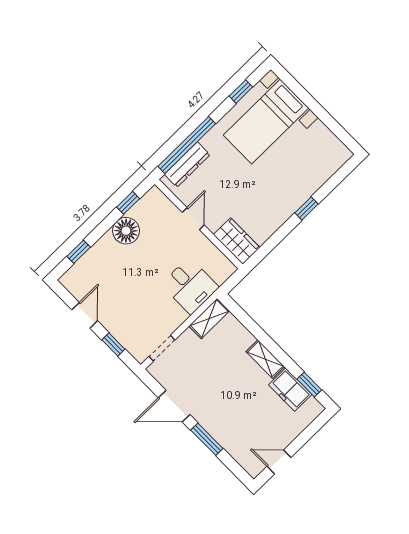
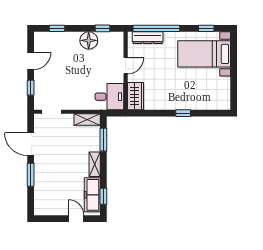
desk: (190, 286) -> (109, 97), moved, turned -90
window: (248, 323) -> (103, 140), added
freezer: (290, 390) -> (92, 195), width x1.40
door: (279, 462) -> (76, 219), moved

